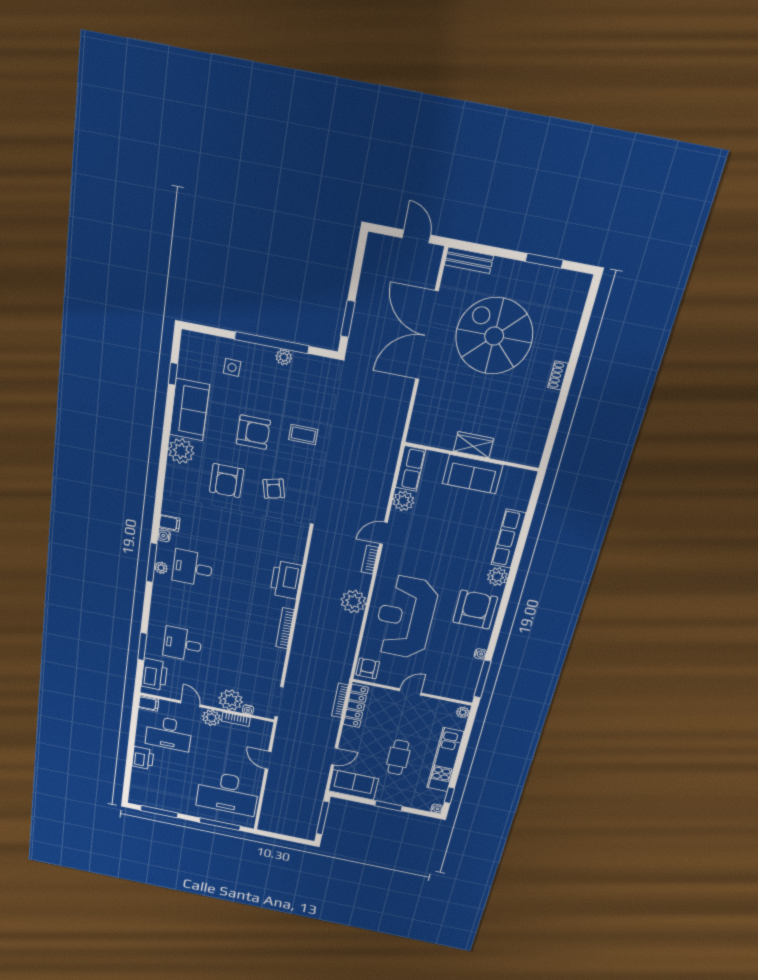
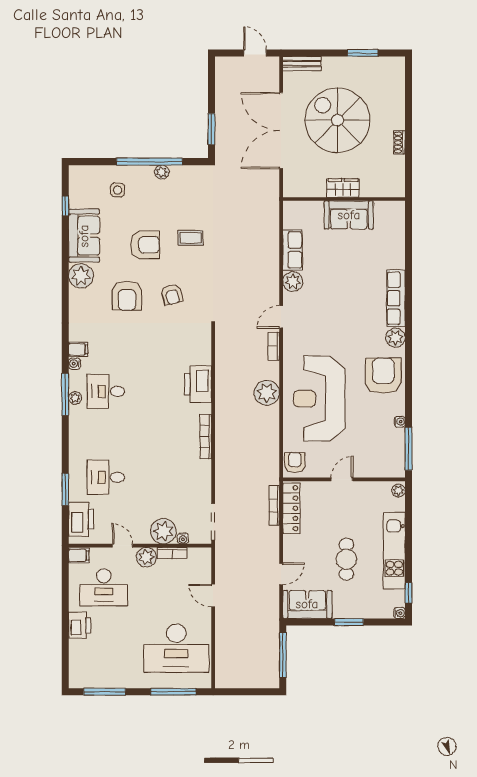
wardrobe: (473, 445) -> (343, 188), moved
wall: (472, 457) -> (344, 199), moved
sofa: (473, 474) -> (349, 215), moved

